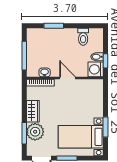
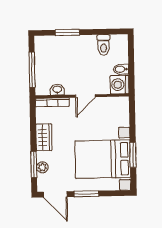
window: (105, 61) -> (131, 74), removed
door: (67, 78) -> (85, 96), swing flipped
plant: (35, 132) -> (42, 167), width x0.53, depth x0.53
bed with nightstands: (81, 137) -> (103, 159), width x1.36

